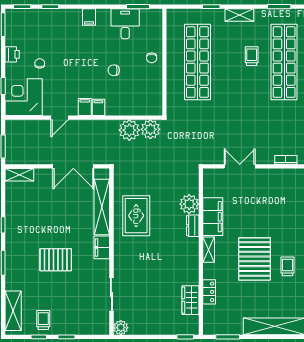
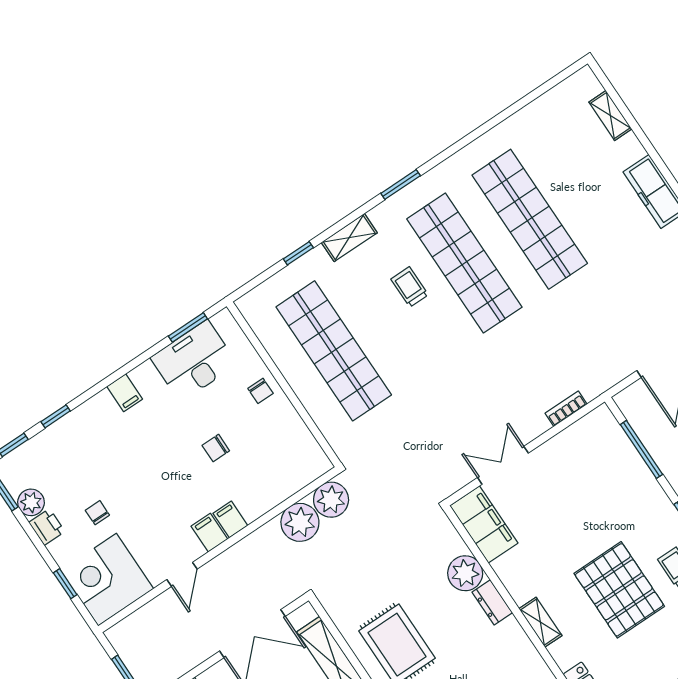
desk: (125, 24) -> (194, 361), width x1.37
plant: (13, 38) -> (31, 502), added
filing cabinet: (213, 217) -> (484, 524), moved

